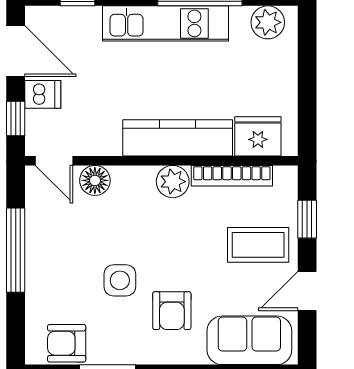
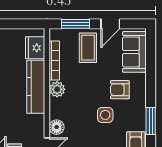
window: (307, 219) -> (75, 24), width x1.50
door: (307, 291) -> (110, 24), hinge flipped
armchair: (172, 311) -> (120, 90), turned 180

